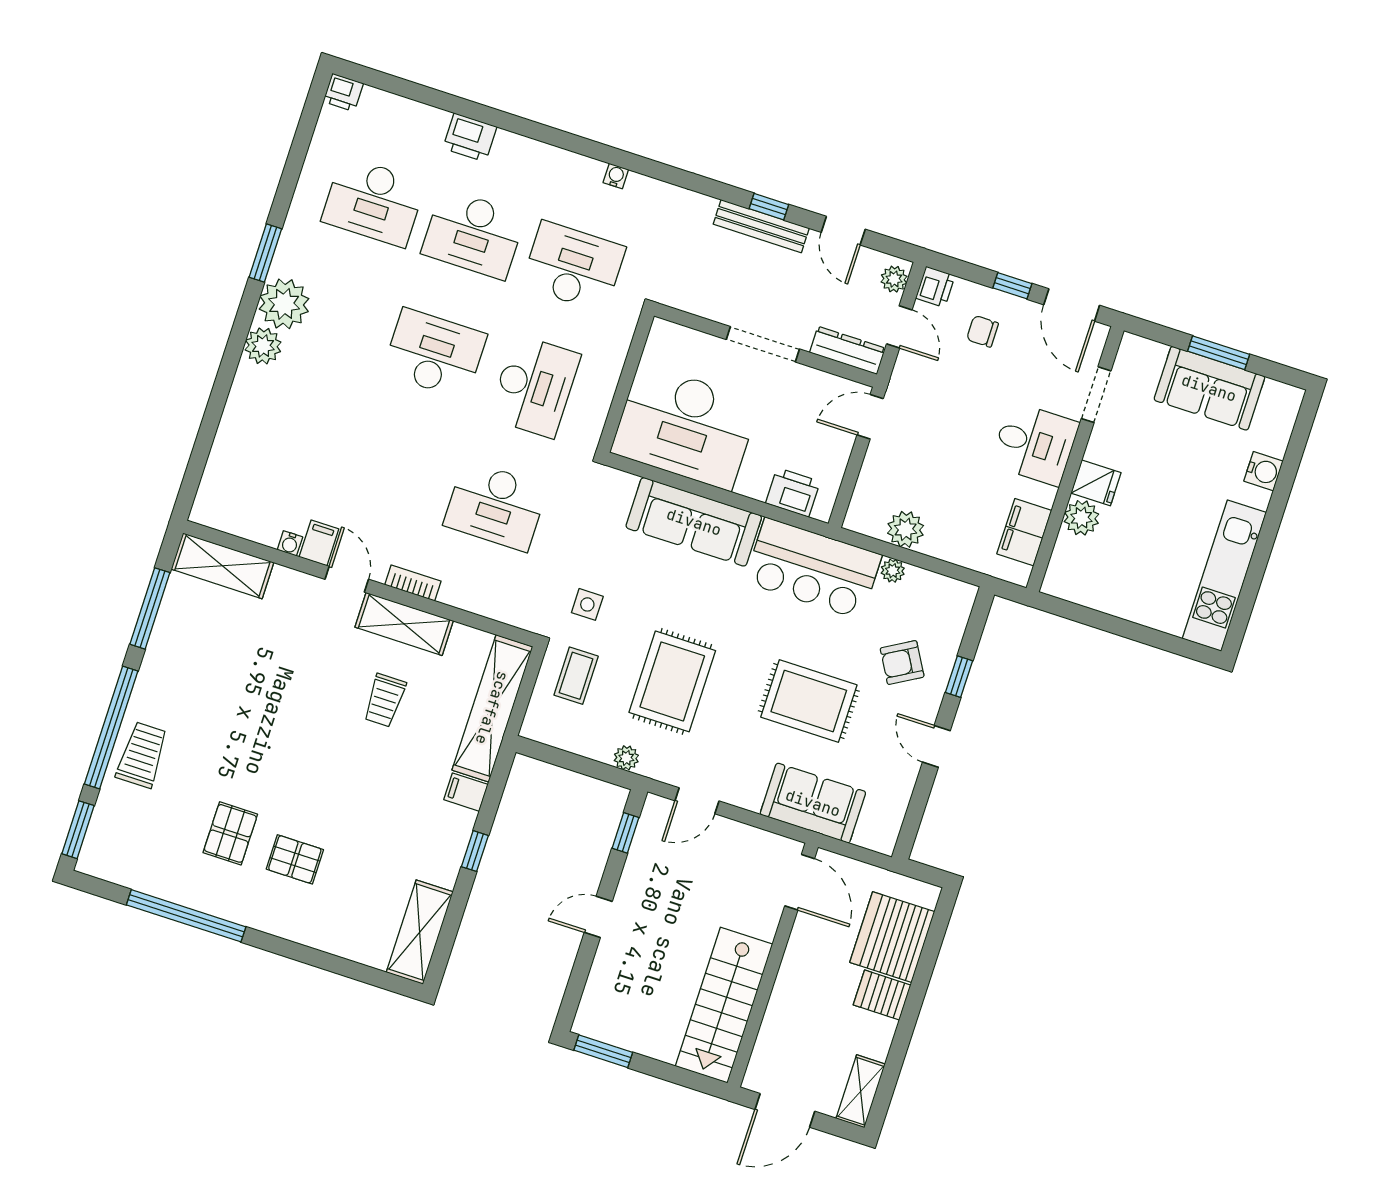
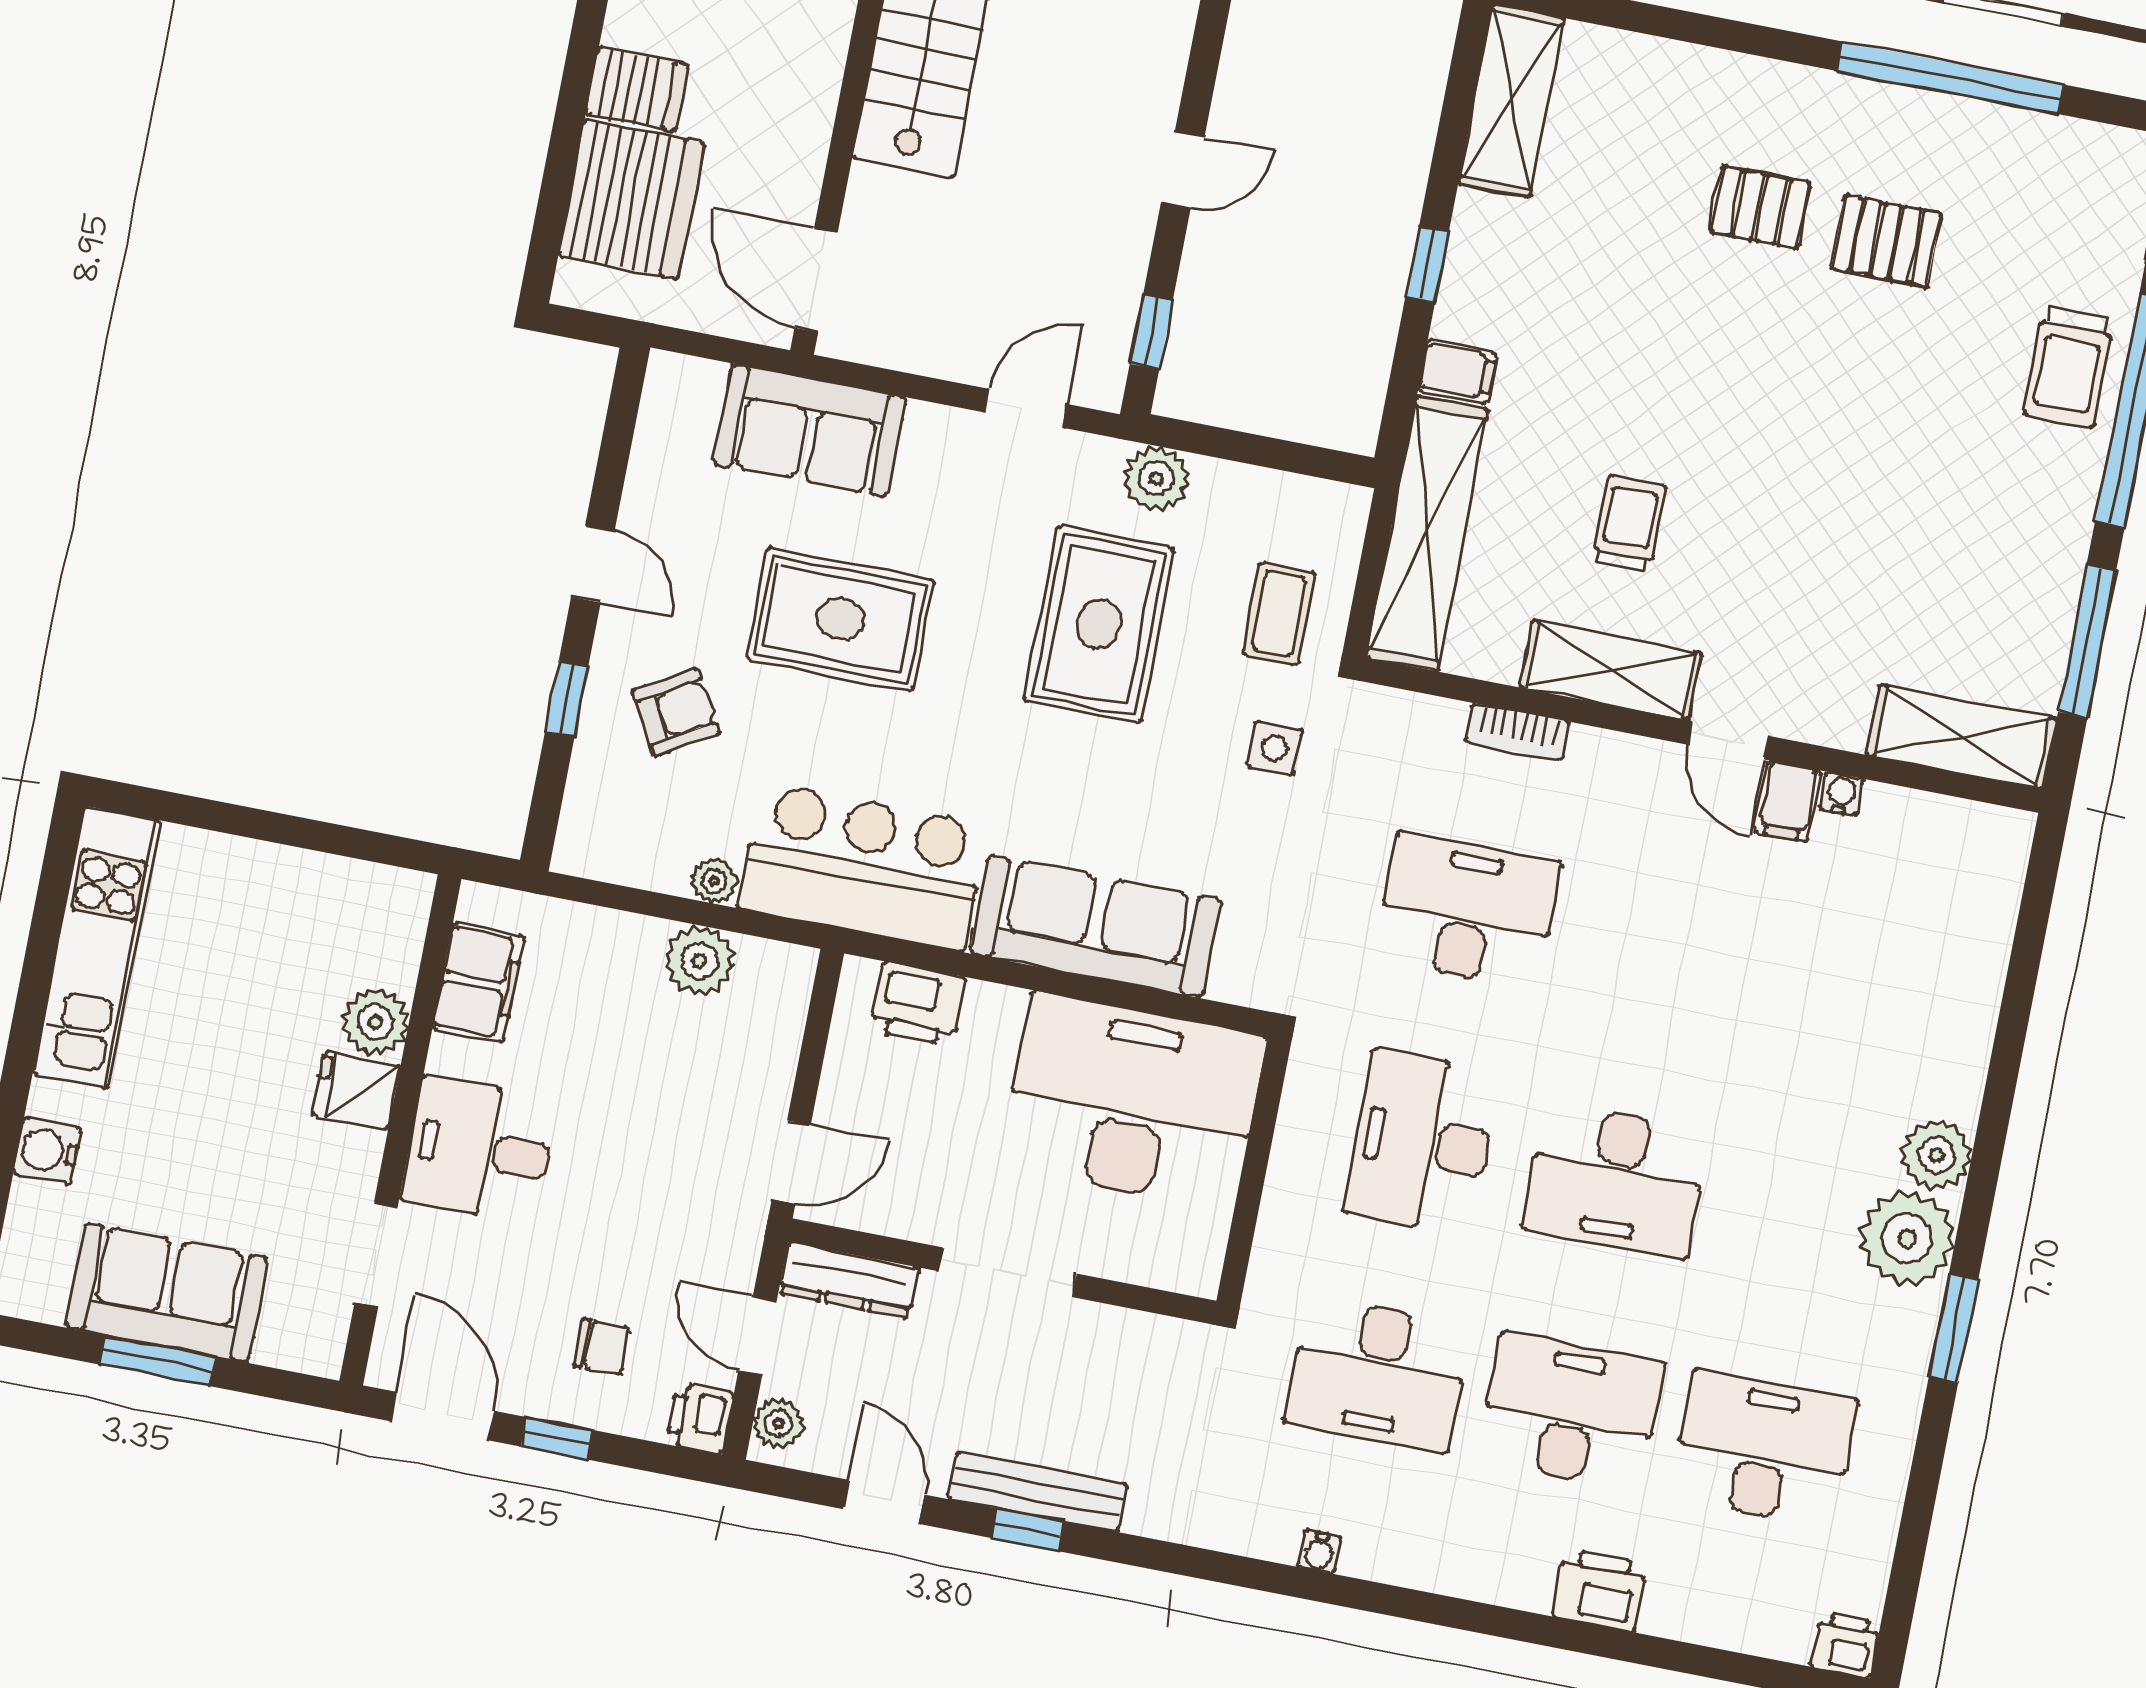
bookcase: (413, 583) -> (1517, 732), moved
plant: (626, 758) -> (1157, 479), width x1.38, depth x1.38
pallet: (230, 833) -> (1886, 241), turned 90

